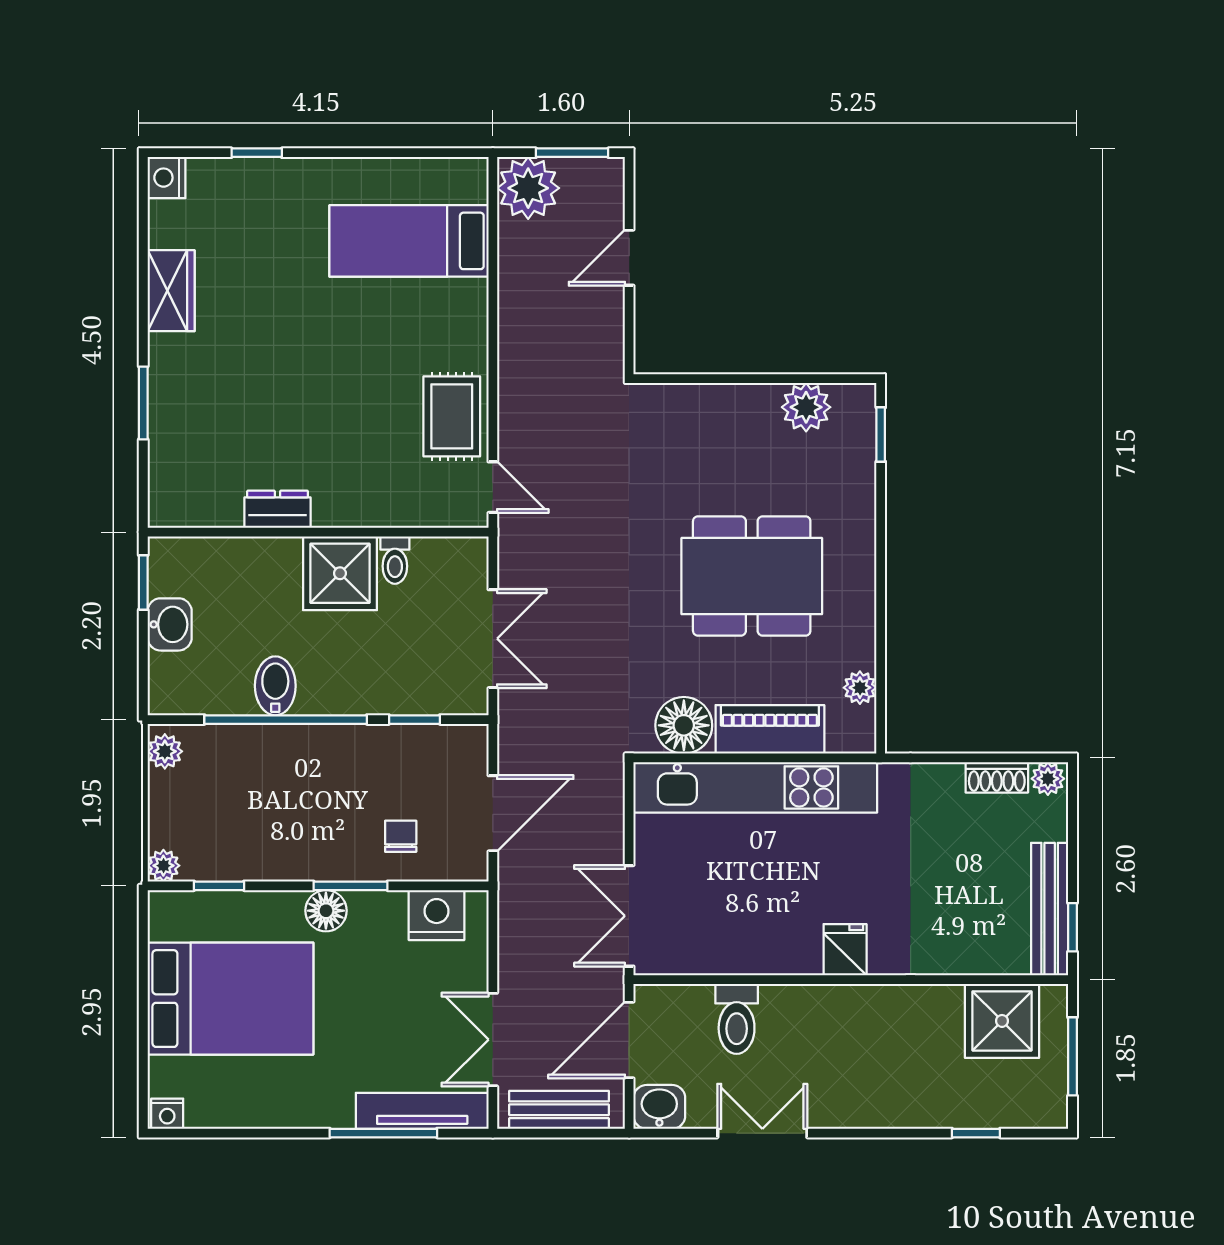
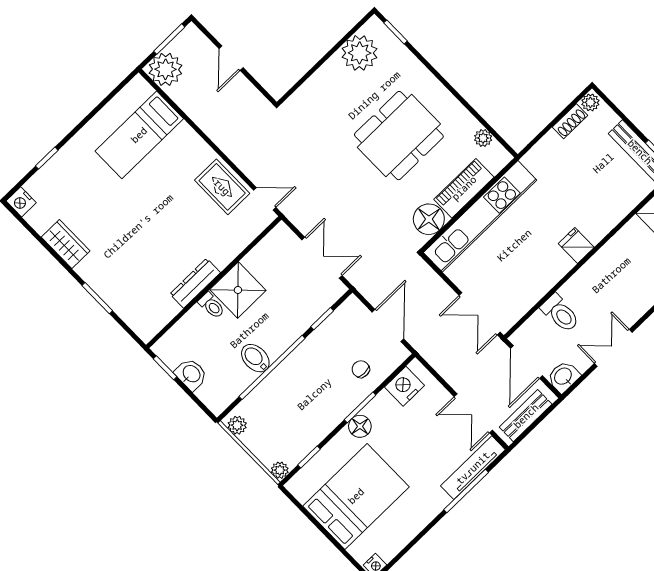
plant: (806, 407) -> (360, 53), width x1.36, depth x1.36
dresser: (278, 509) -> (195, 283), width x1.44
toilet: (395, 560) -> (212, 306), moved

